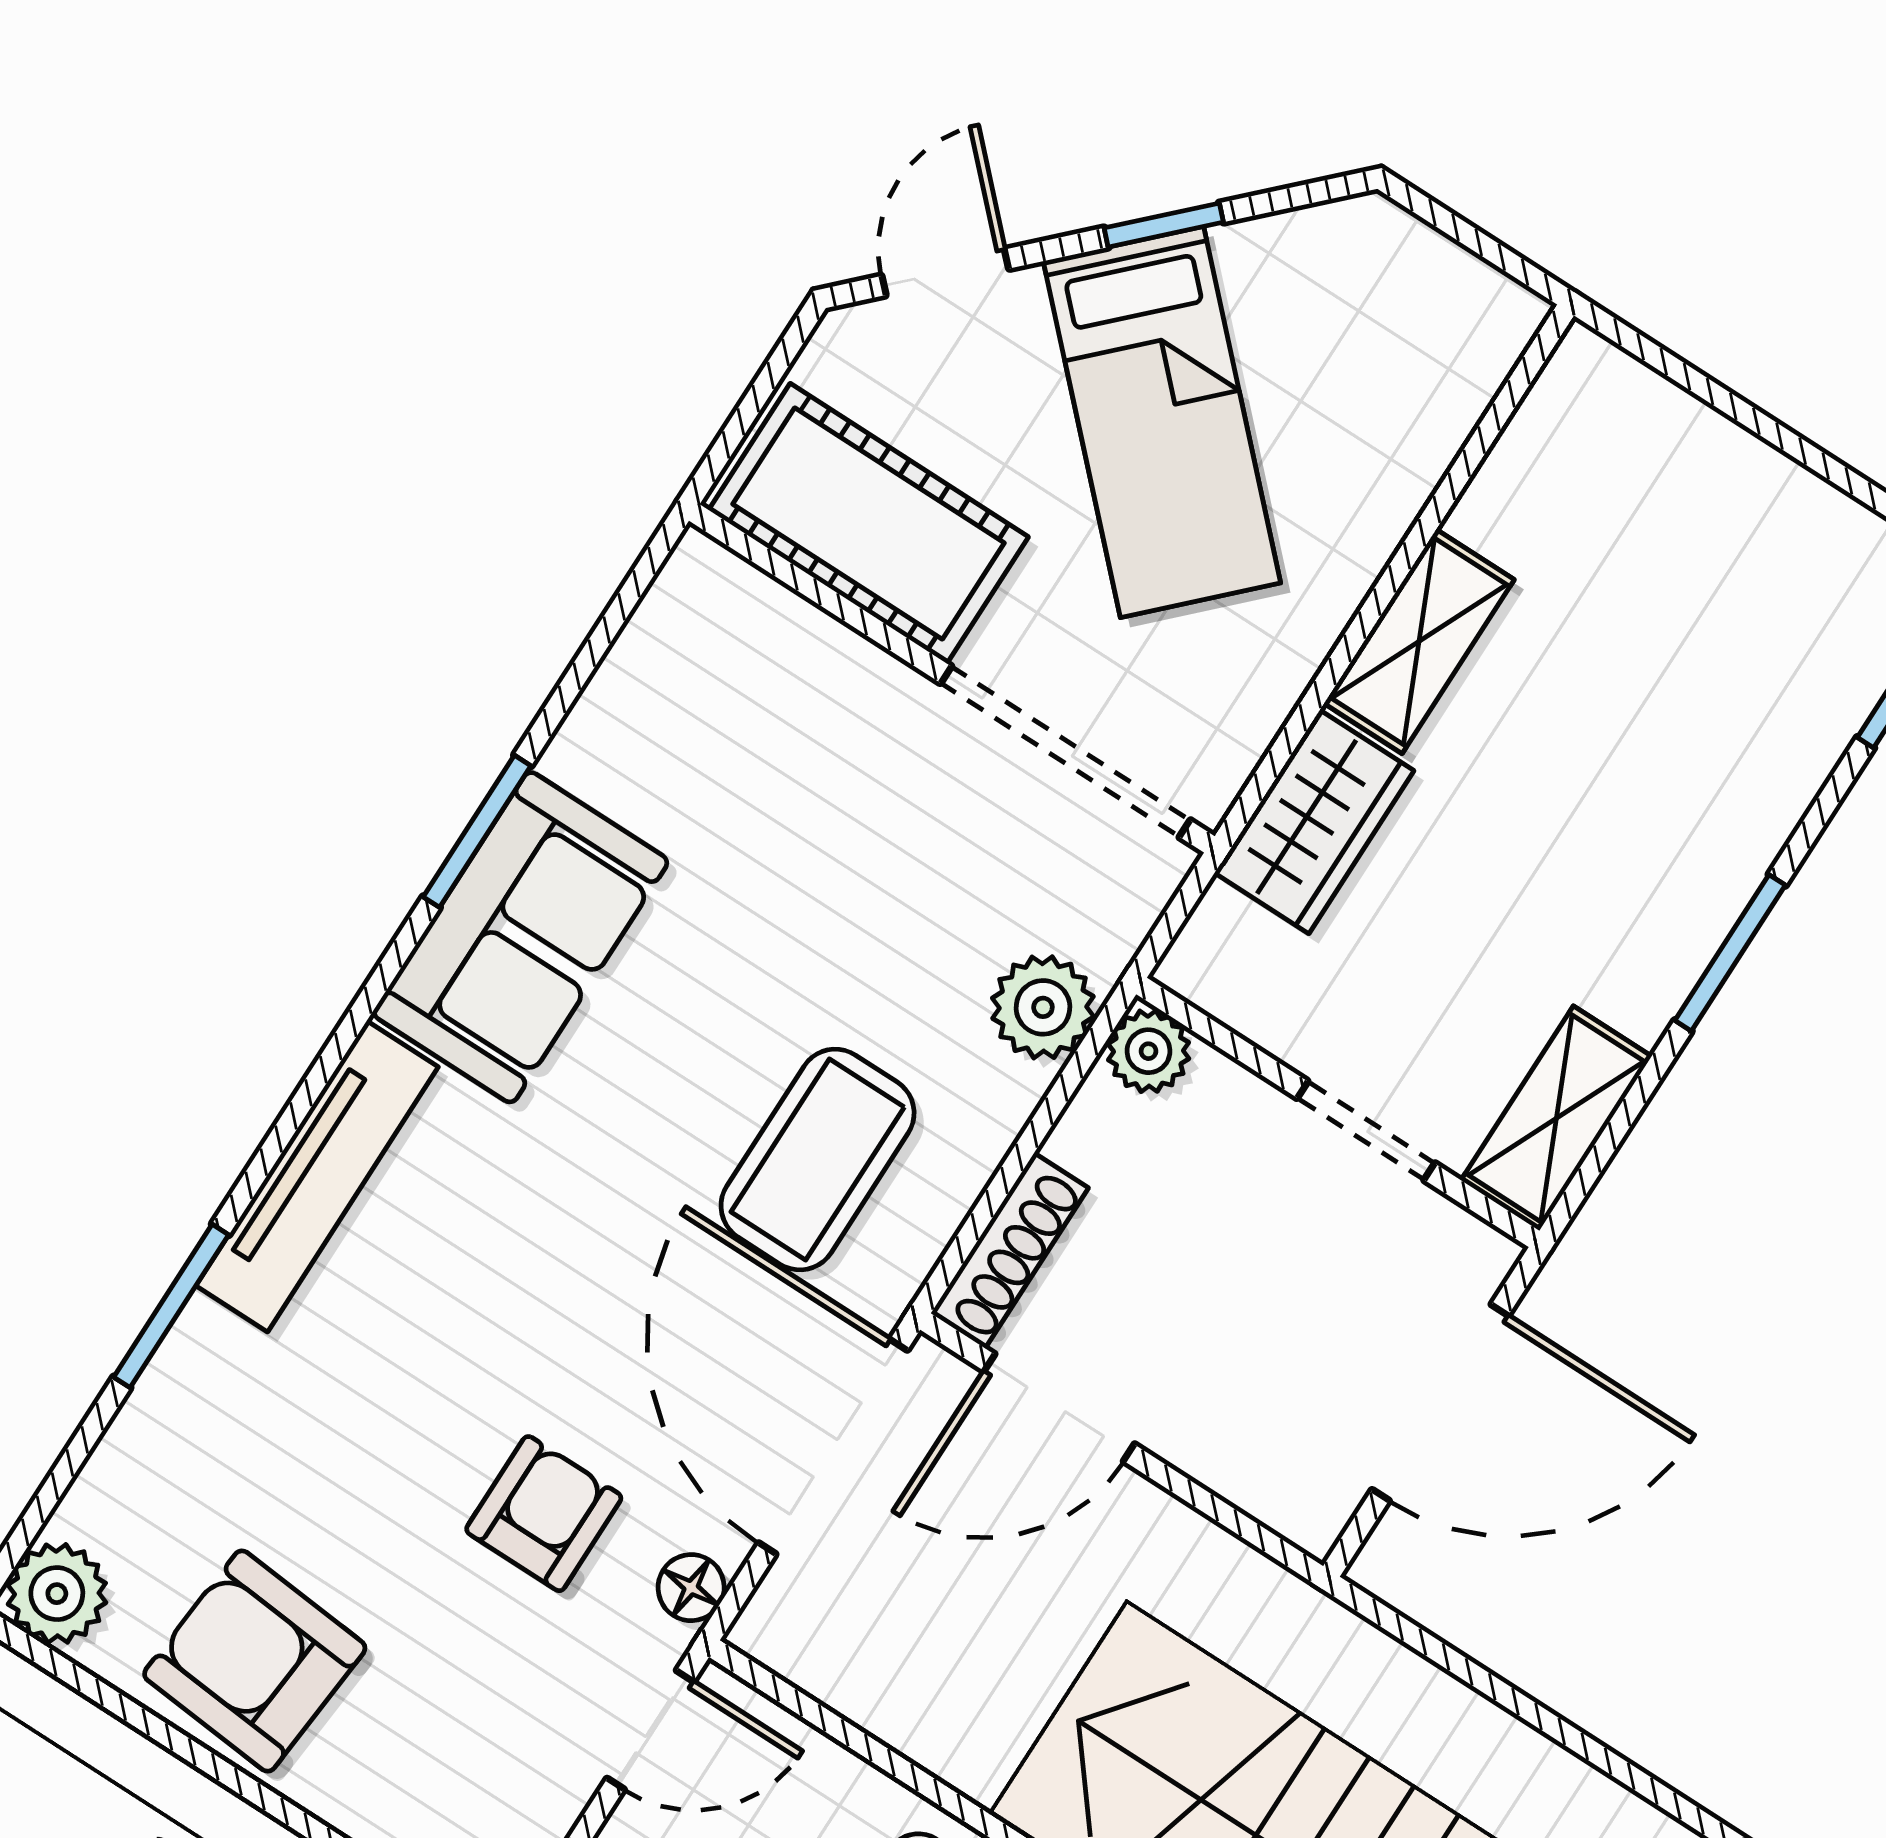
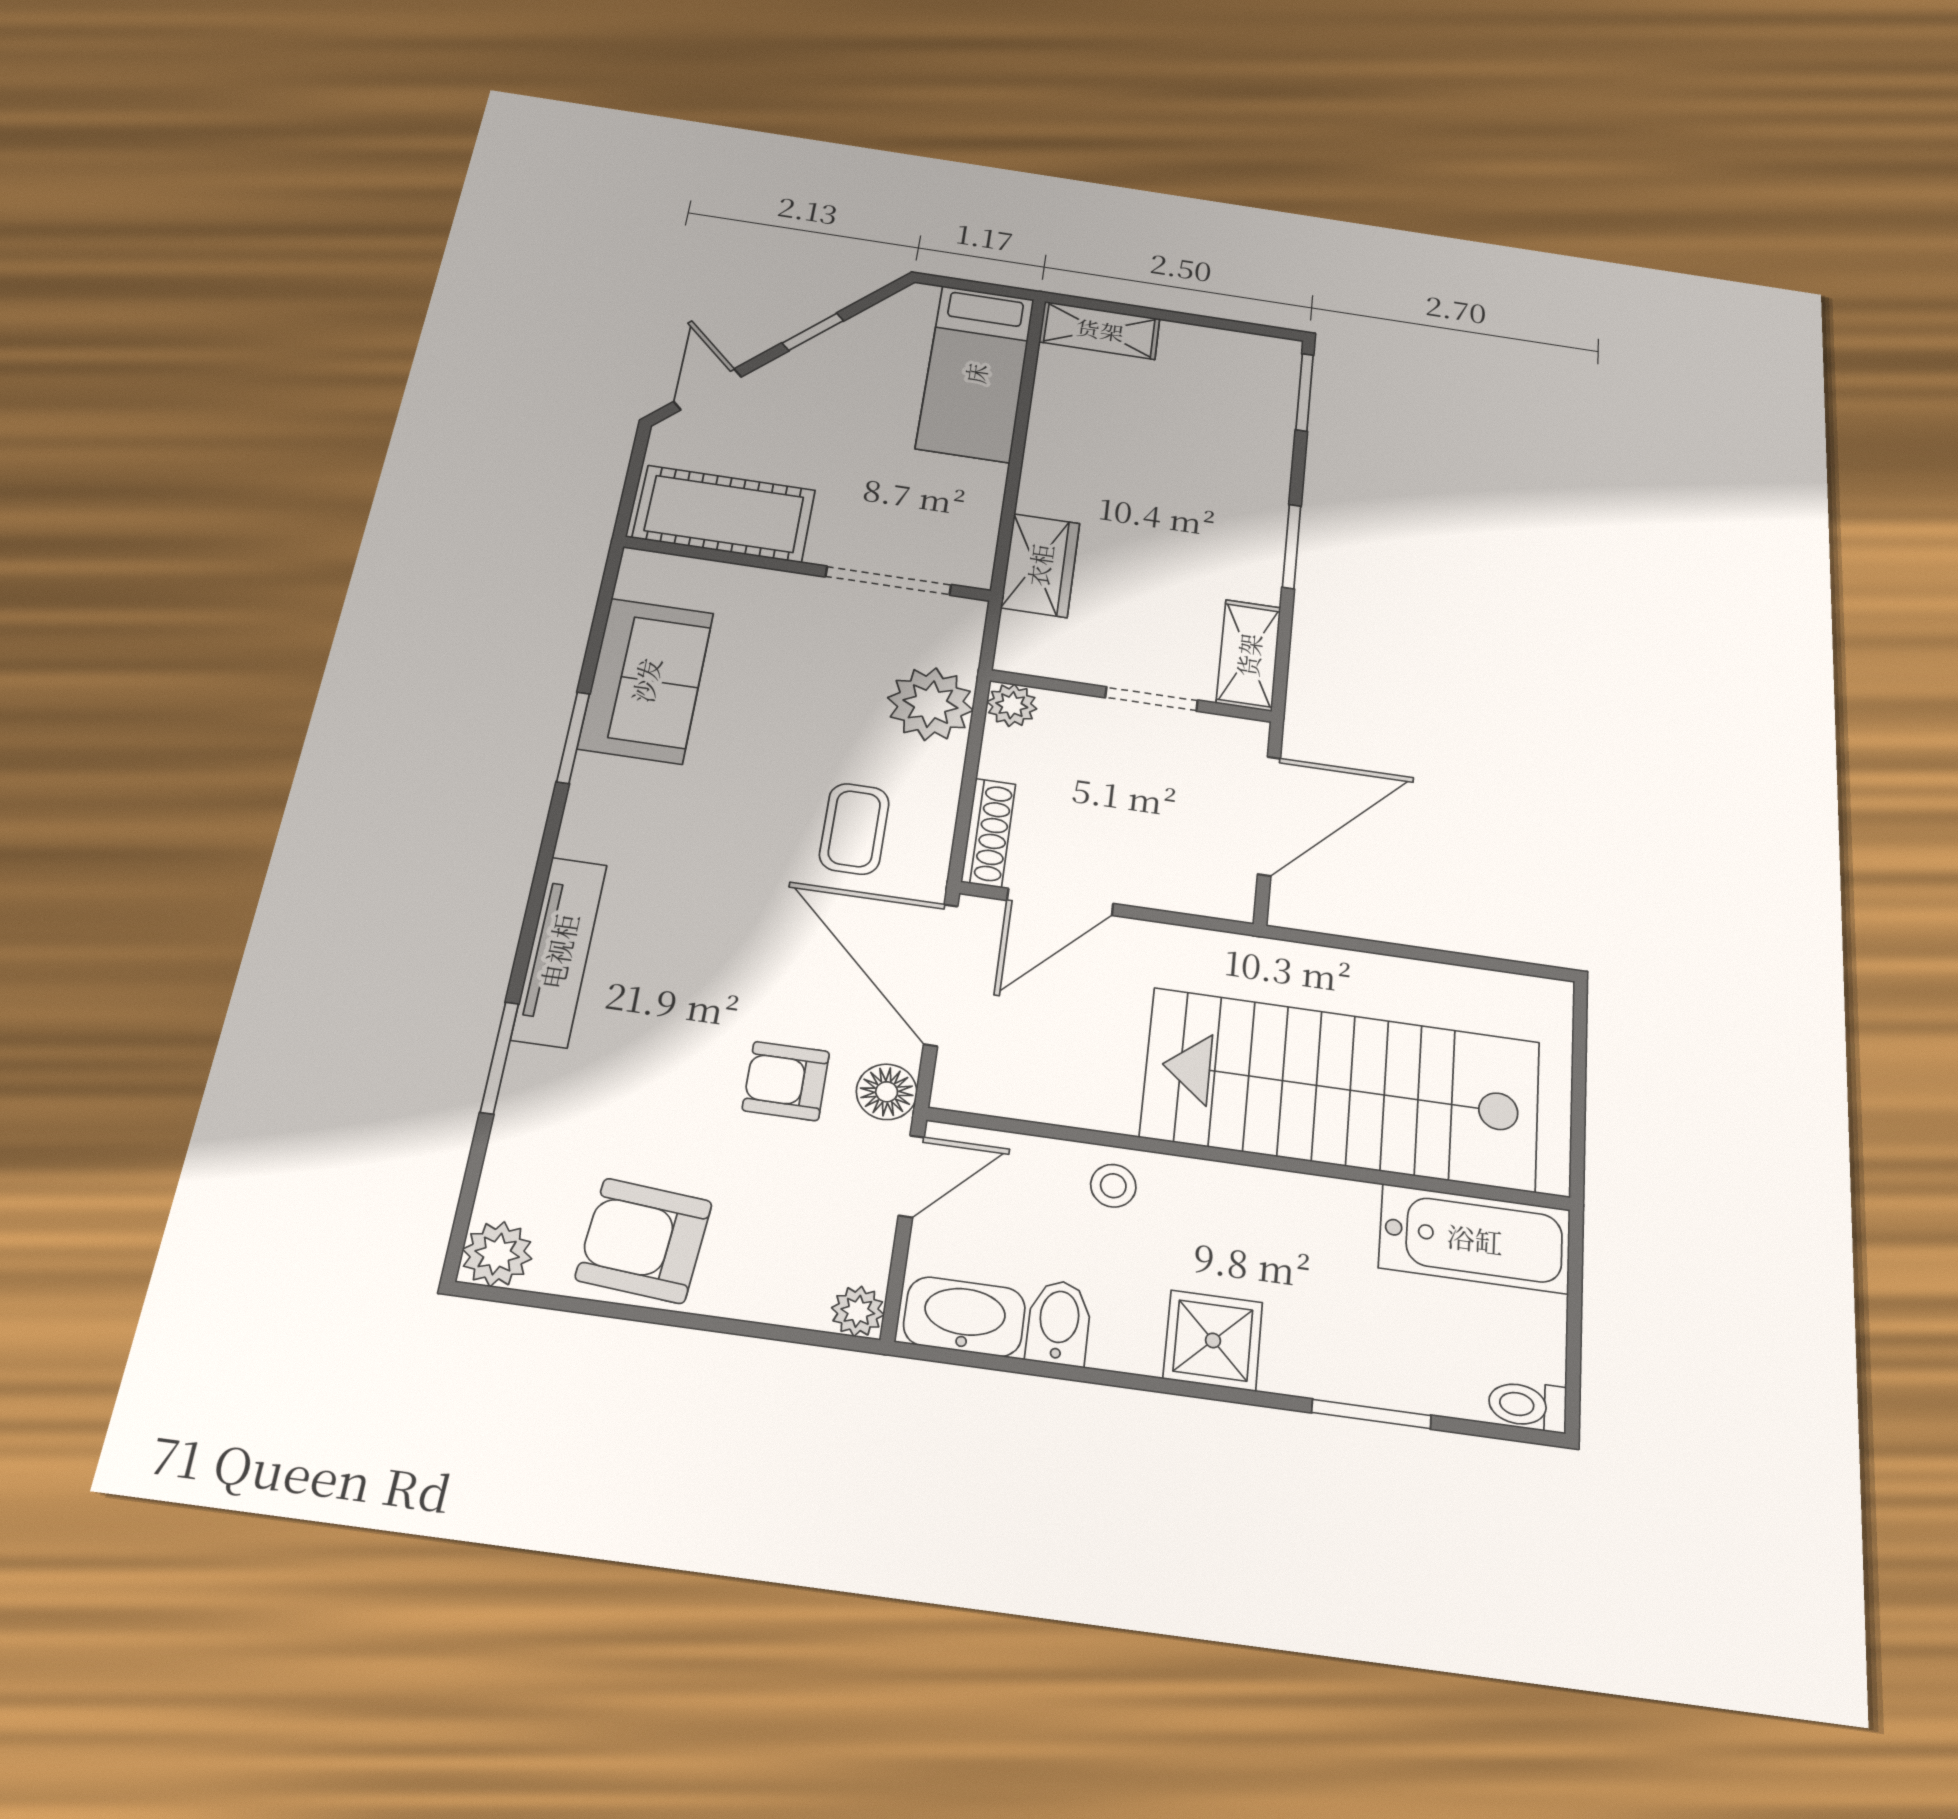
bed: (1162, 422) -> (976, 373), moved, turned 45
shelving: (1419, 641) -> (1100, 330), moved, turned 90
doorway: (1065, 752) -> (888, 581), width x0.73
sofa: (520, 937) -> (646, 680), moved
plant: (1043, 1007) -> (930, 704), width x1.36, depth x1.36
coffee table: (818, 1160) -> (854, 829), width x0.73, depth x0.77
armchair: (544, 1514) -> (786, 1081), turned -90
floor lamp: (691, 1588) -> (887, 1092), width x1.37, depth x1.37

